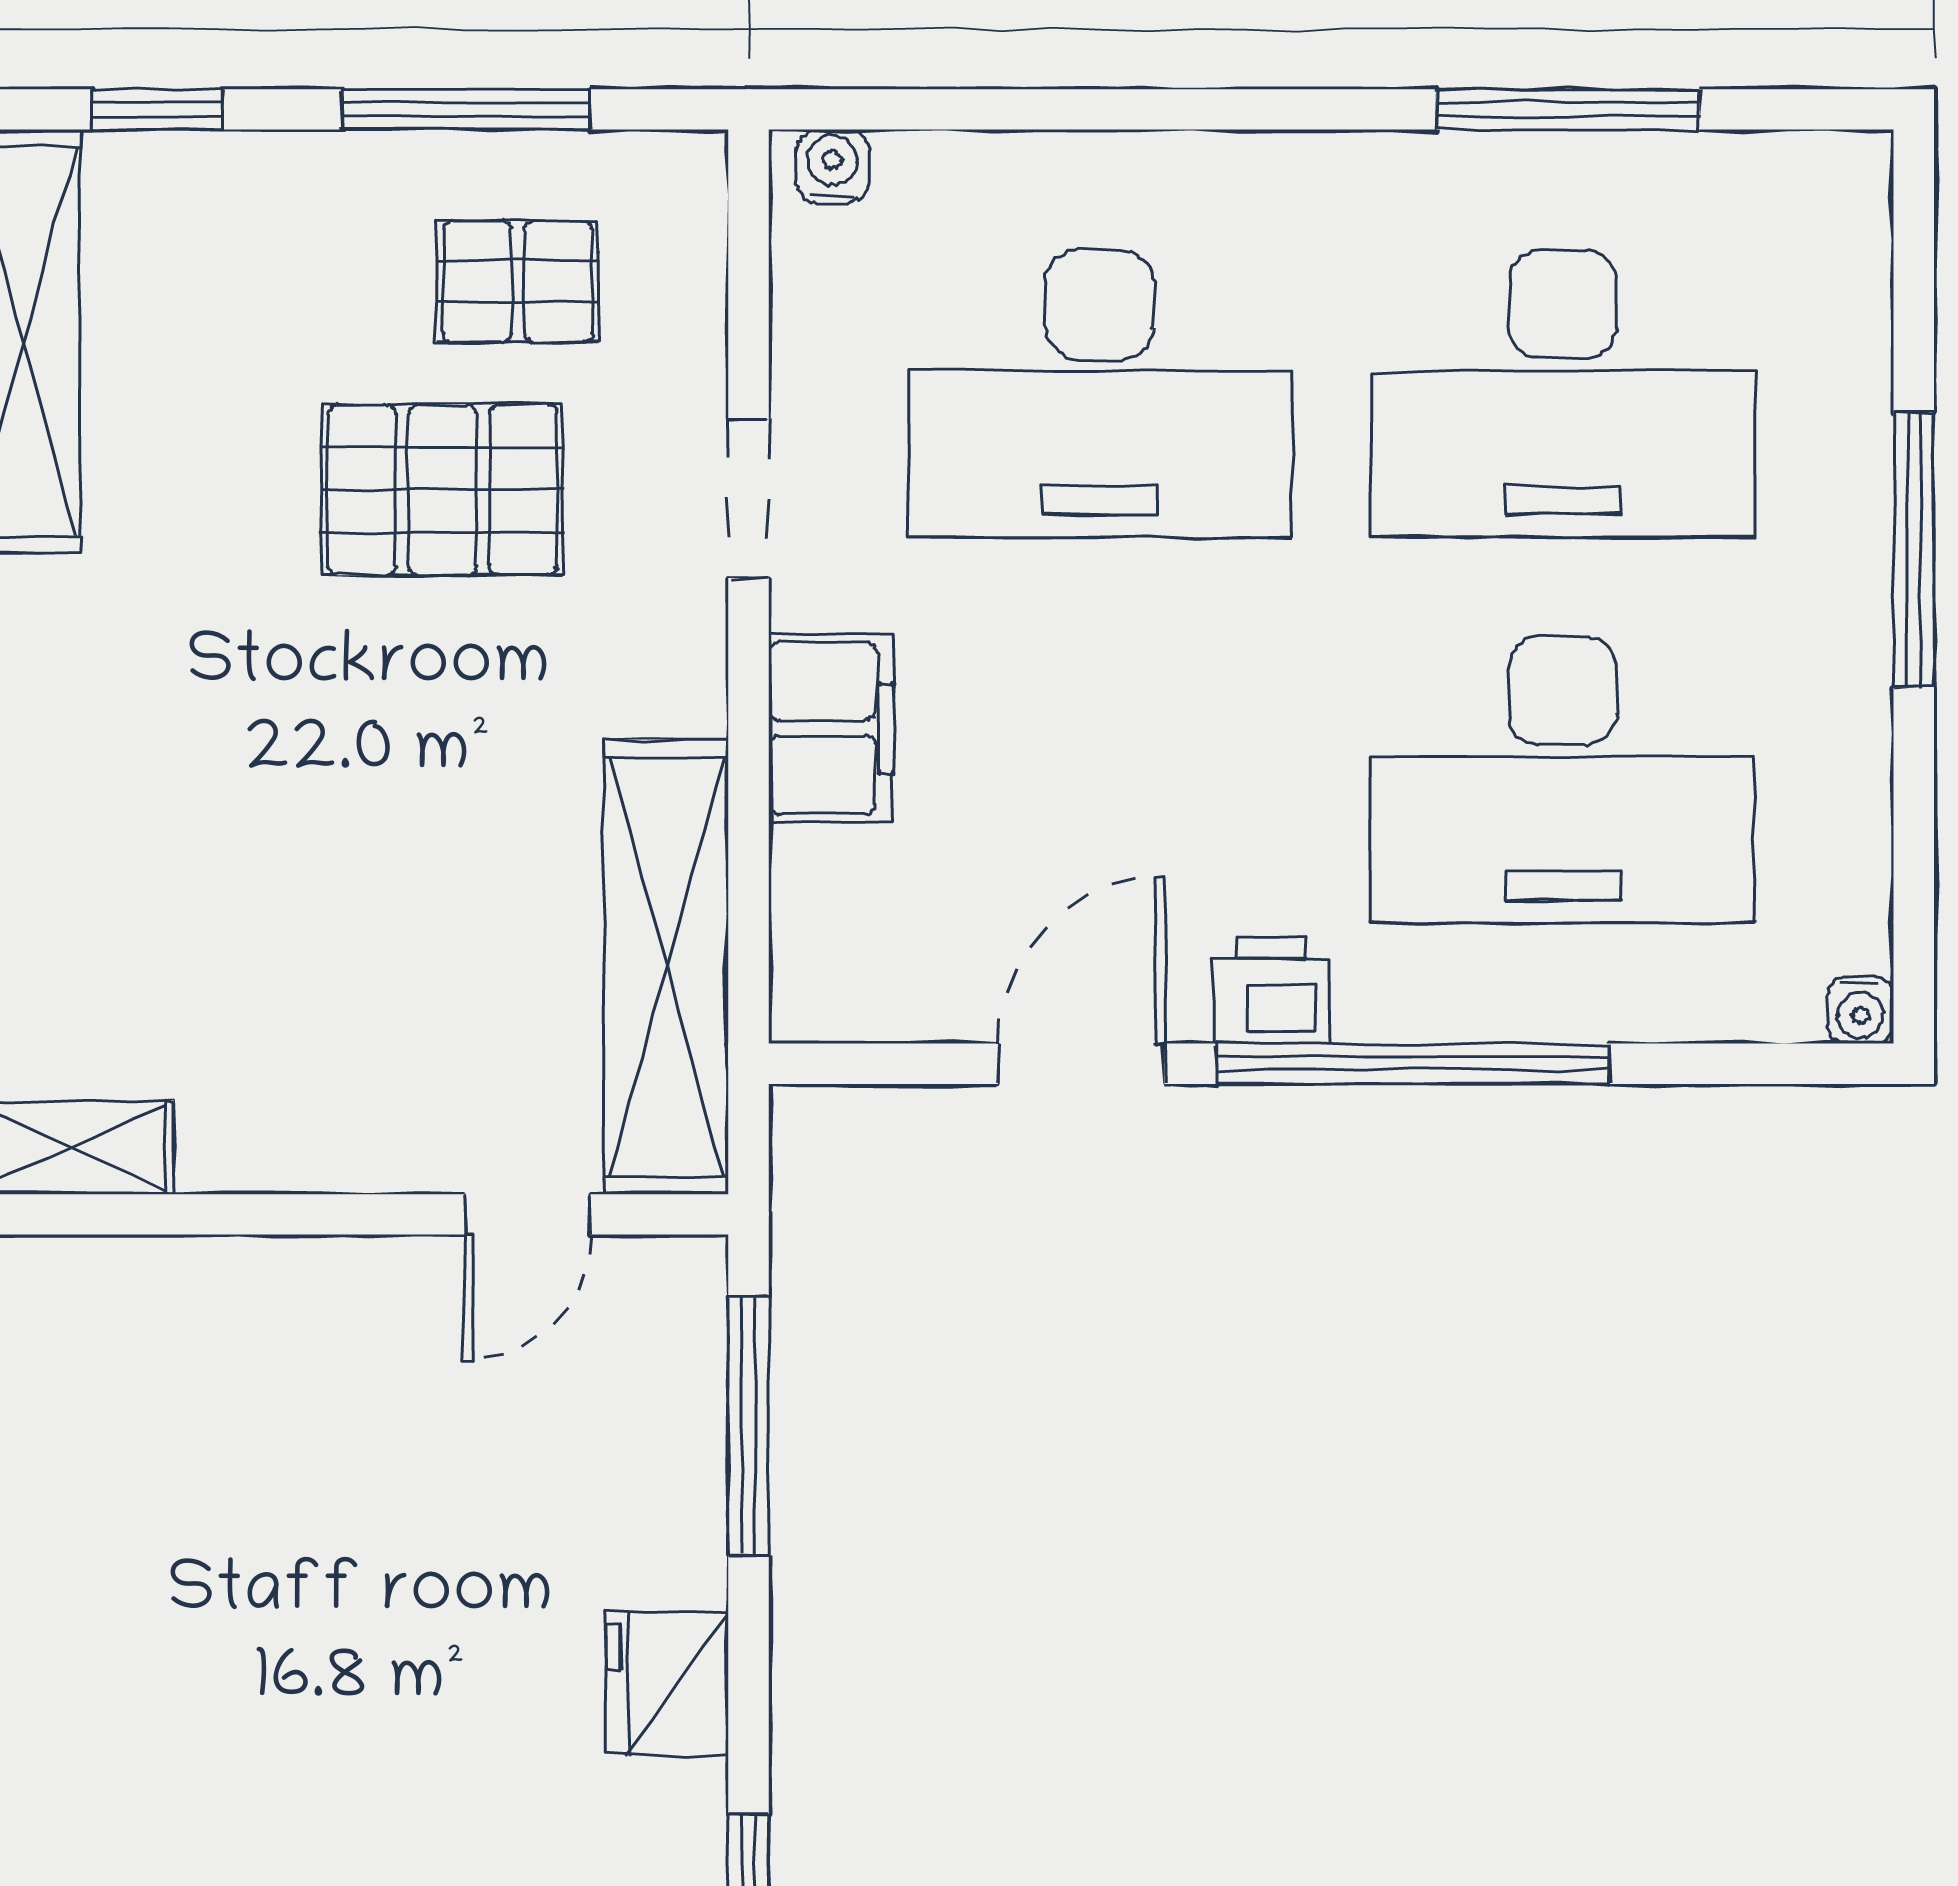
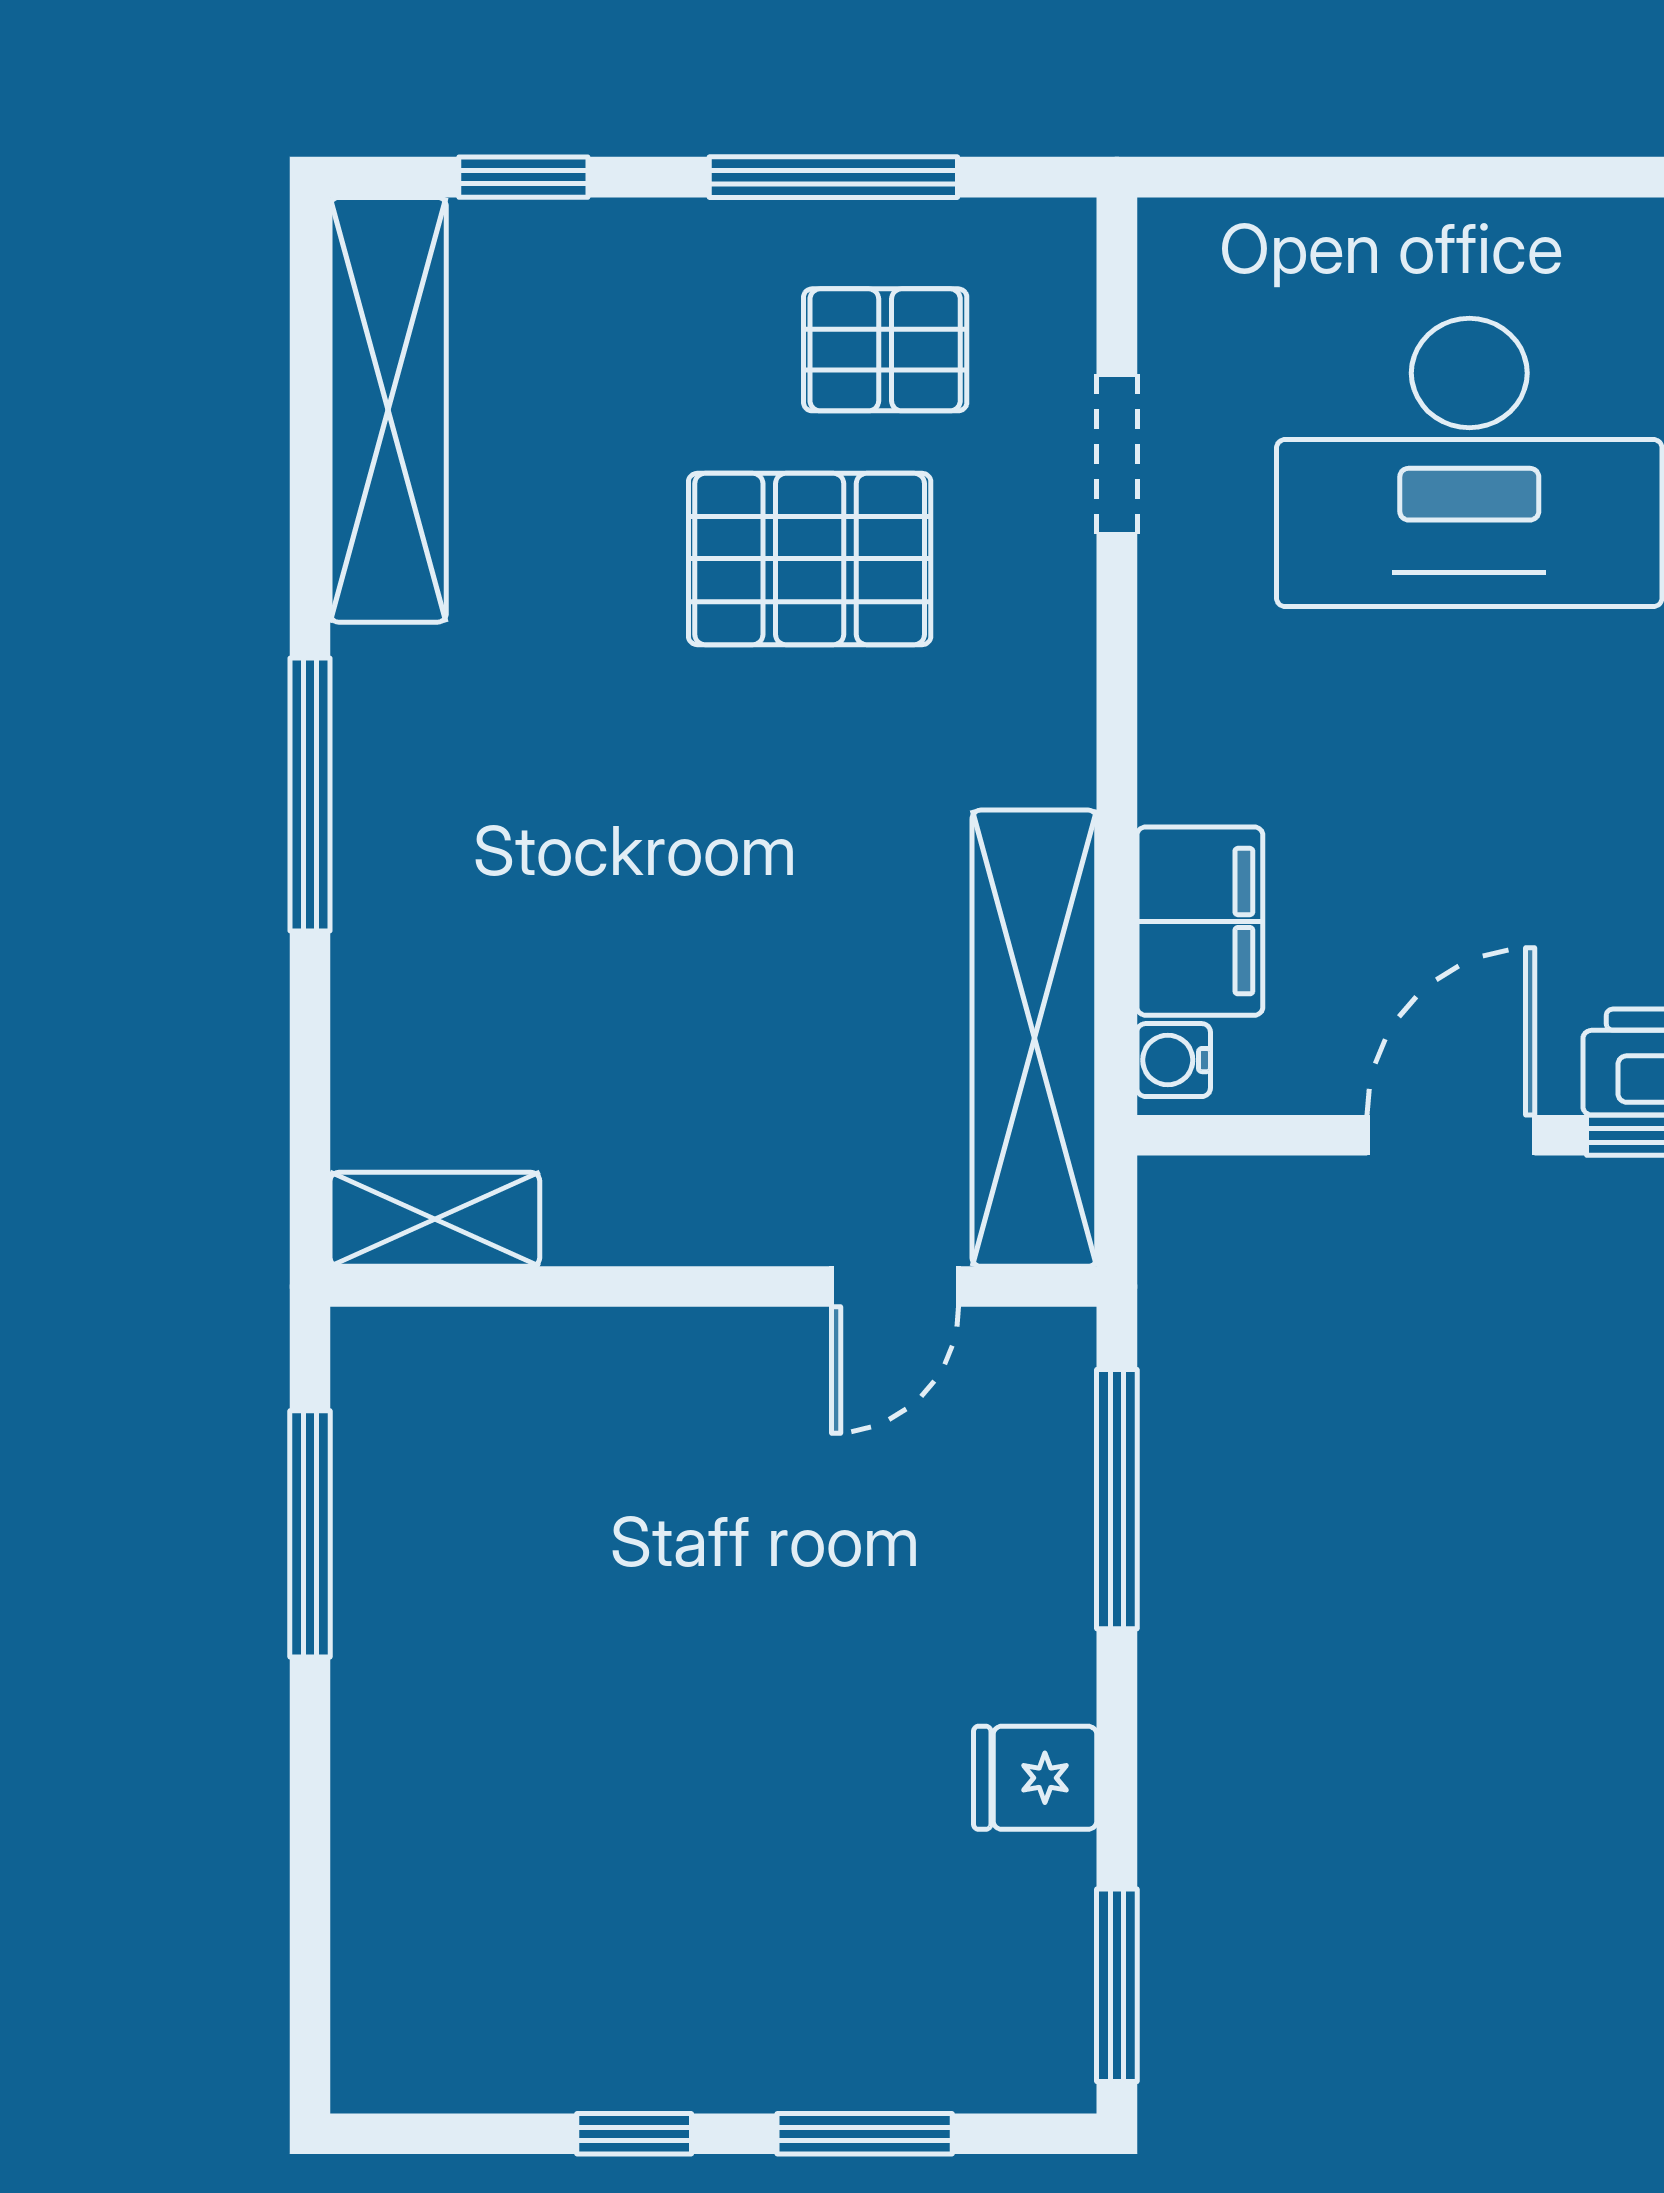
water cooler: (832, 166) -> (1174, 1060), moved, turned -90
doorway: (749, 498) -> (1117, 454), moved
filing cabinet: (831, 728) -> (1200, 921), moved
fridge: (667, 1684) -> (1035, 1778), width x0.72

